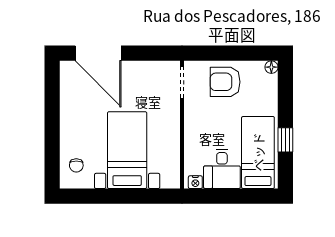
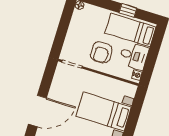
armchair: (225, 82) -> (101, 52), moved

